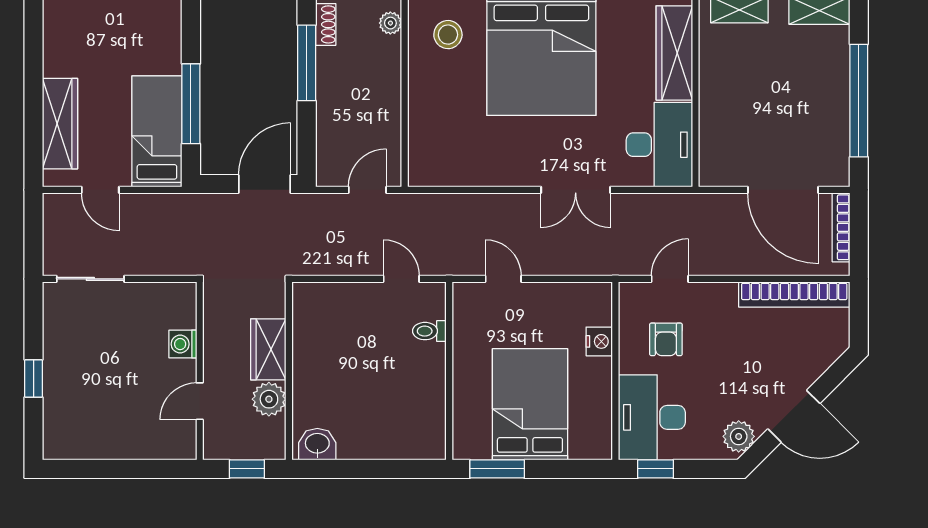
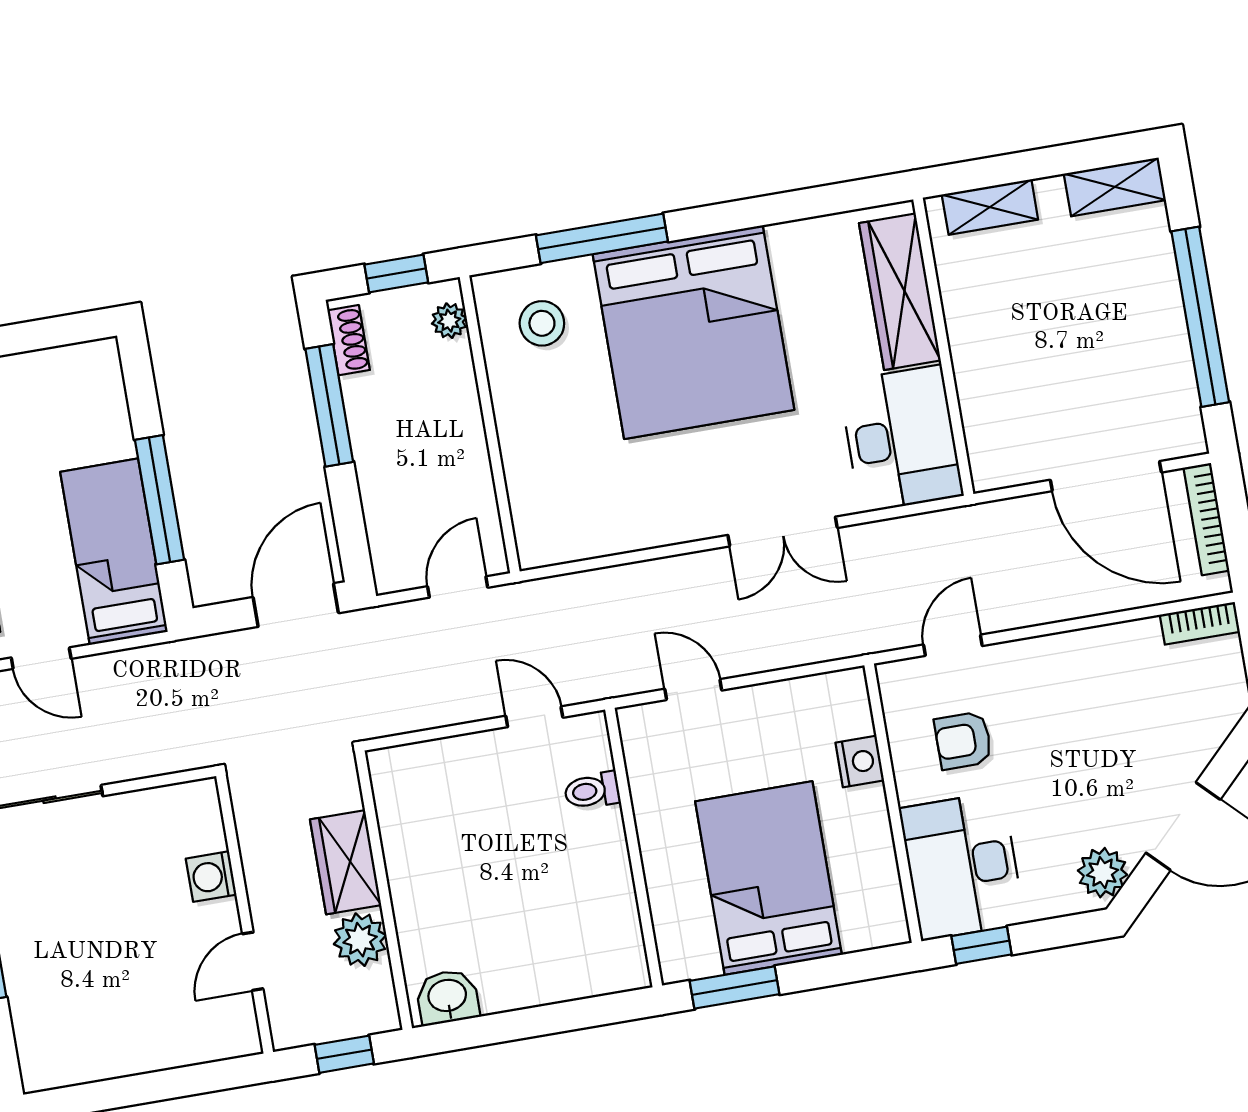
bookcase: (794, 294) -> (1200, 623), width x0.43, depth x0.76
armchair: (666, 339) -> (963, 741), turned 90

